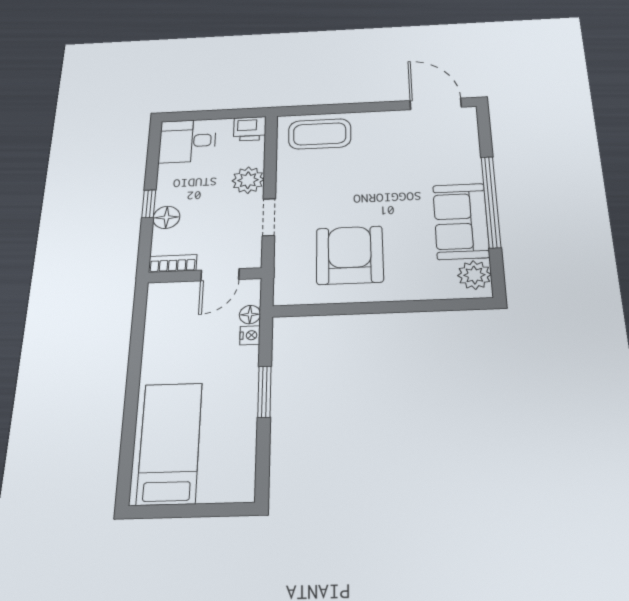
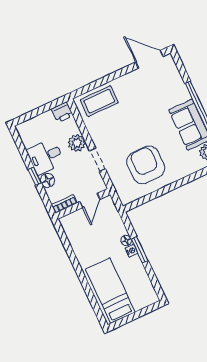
desk: (187, 141) -> (46, 157), moved
floor lamp: (250, 315) -> (126, 240), moved
nightstand: (250, 335) -> (131, 251), moved

